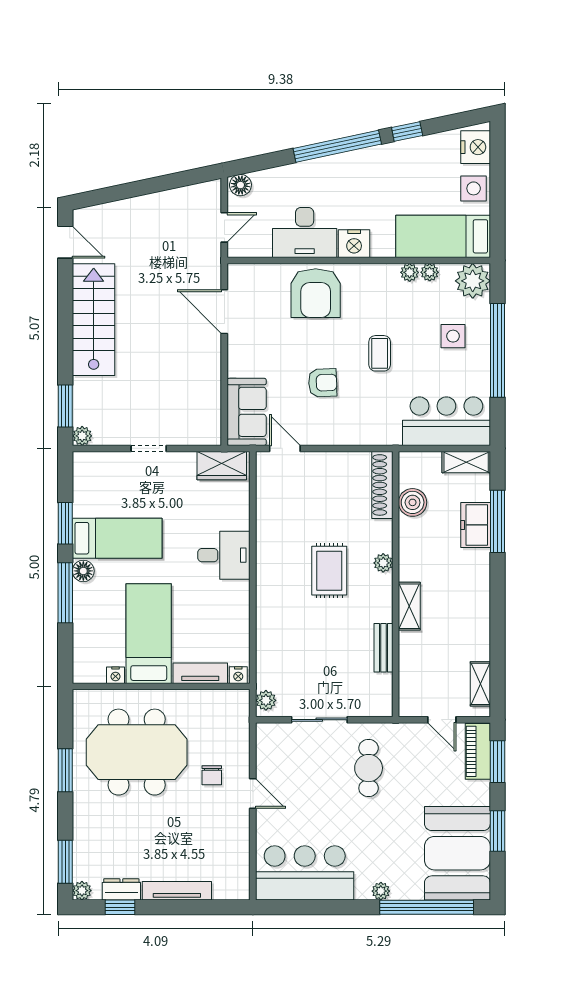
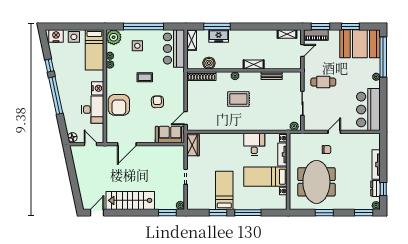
armchair: (316, 293) -> (119, 105), turned 90
desk: (224, 555) -> (254, 144), moved
floor lamp: (83, 571) -> (238, 205), removed

